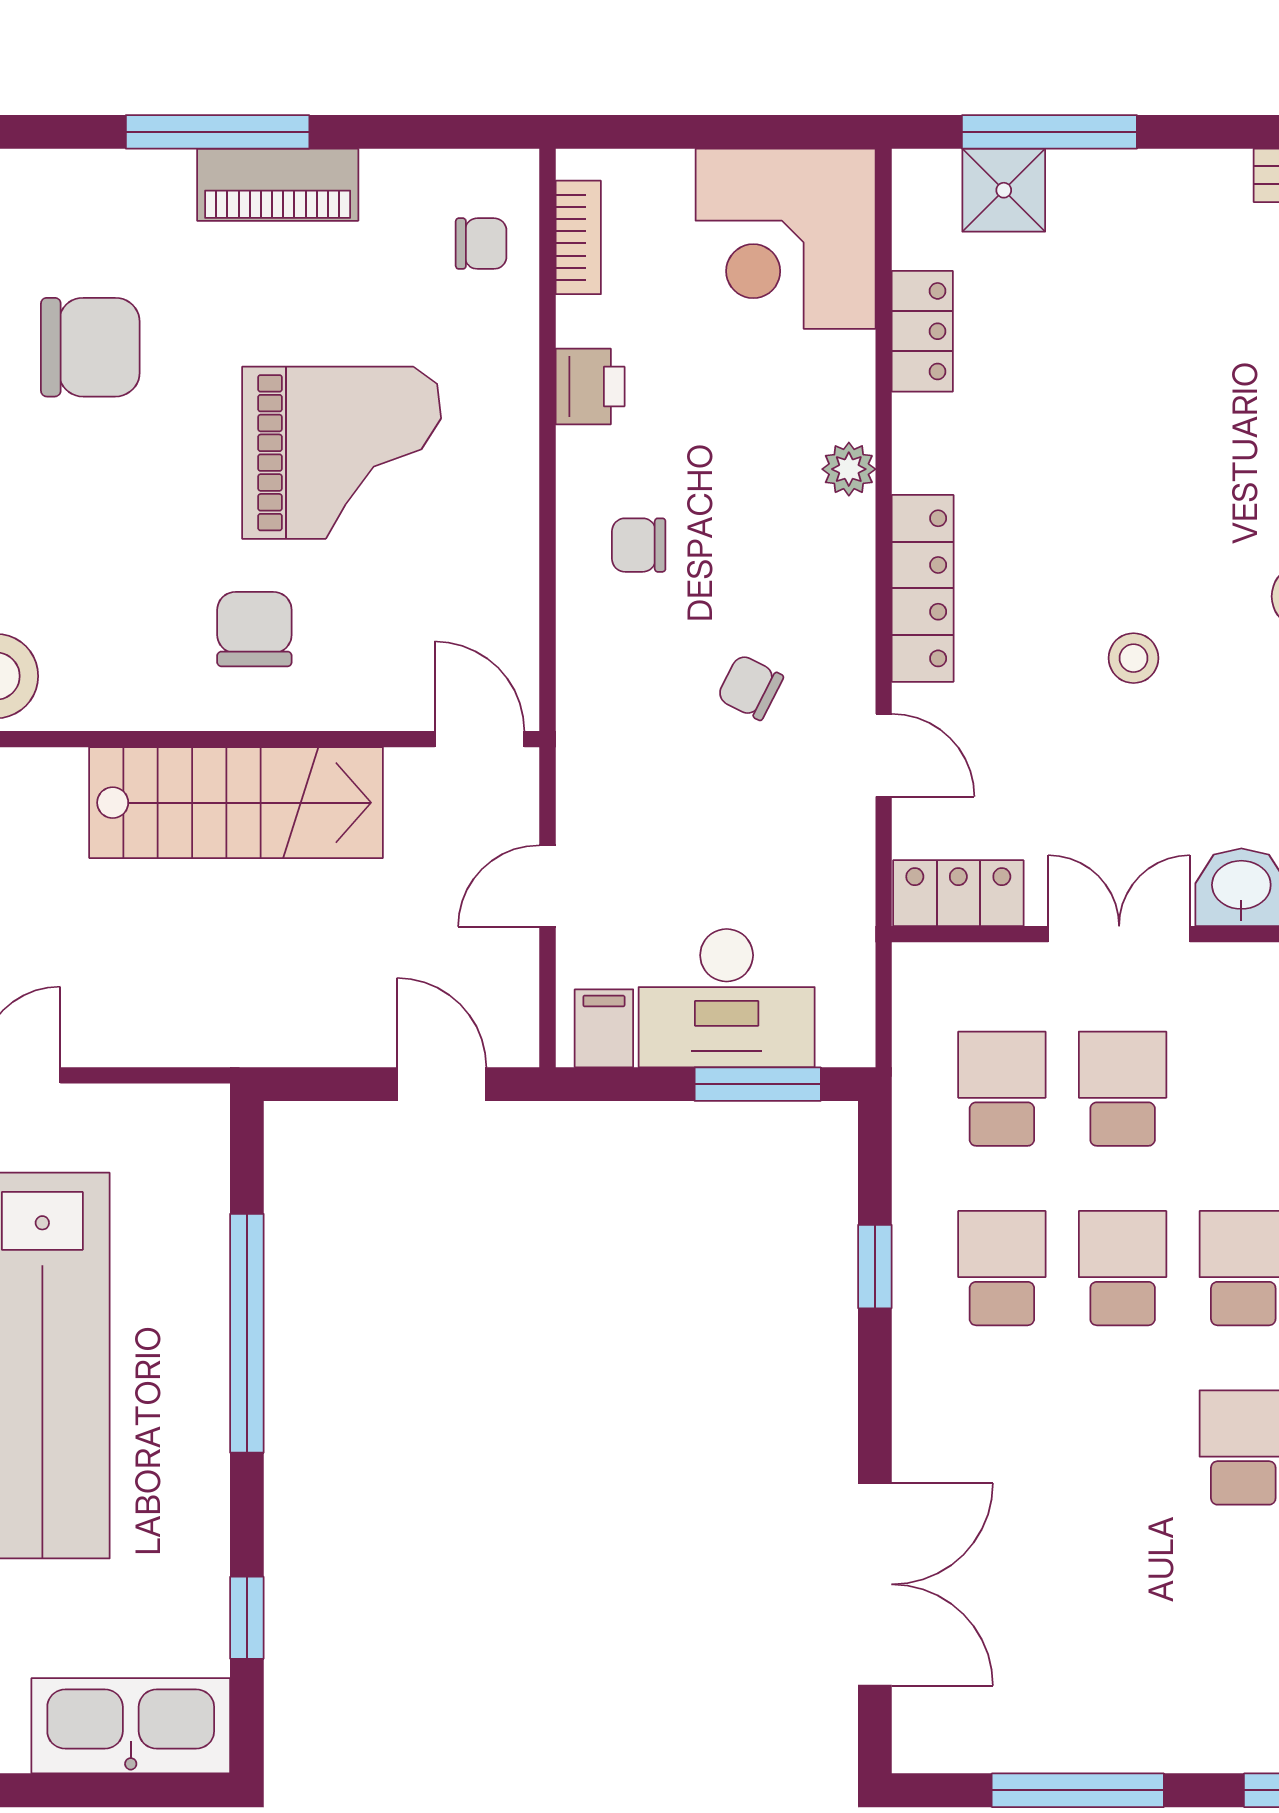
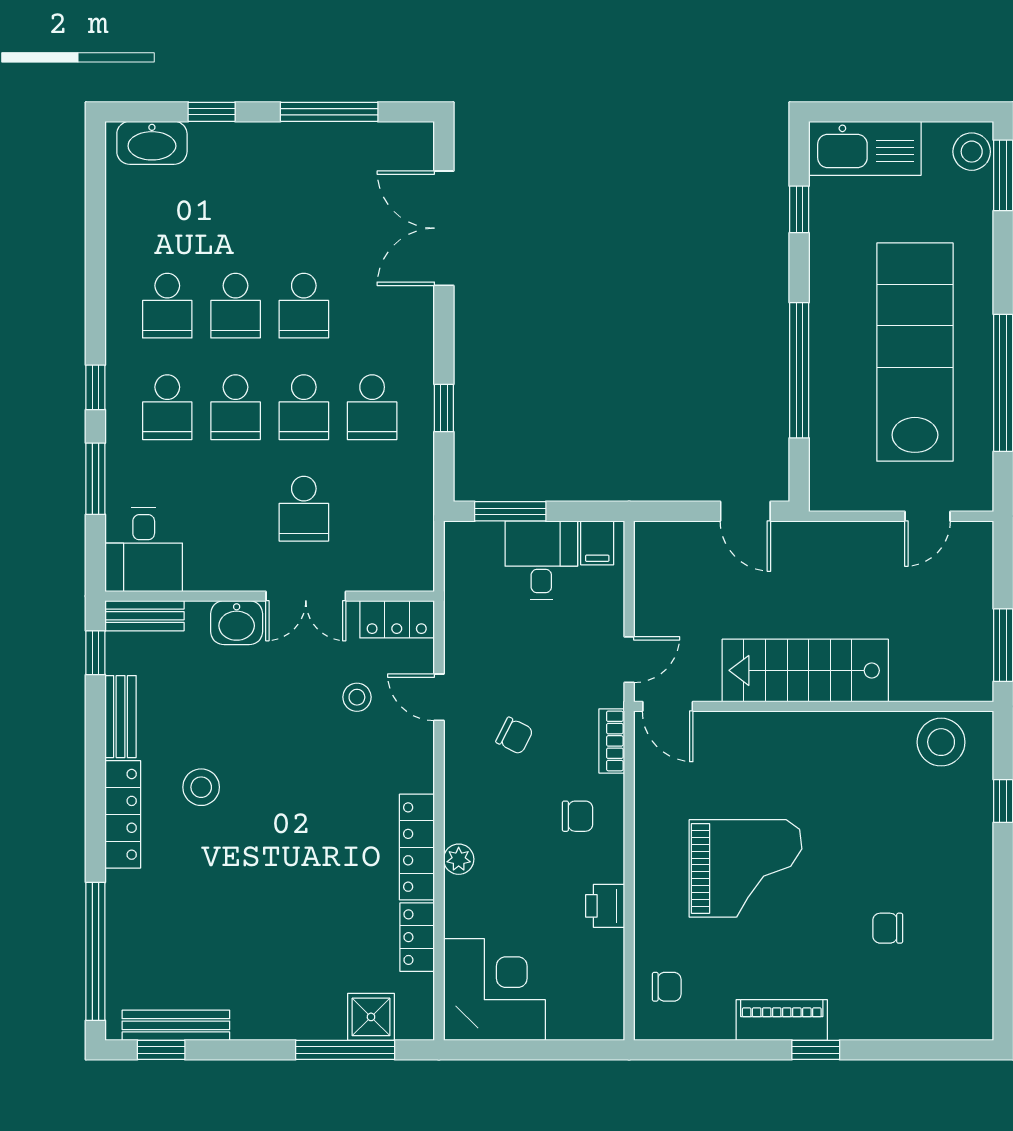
window: (218, 132) -> (816, 1050), width x0.46
bookcase: (578, 237) -> (612, 741), moved
chair: (481, 244) -> (667, 987), turned 180
chair: (90, 347) -> (888, 928), width x0.54, depth x0.54
grand piano: (342, 453) -> (746, 868), turned 180
locker: (923, 588) -> (417, 847), moved
chair: (254, 629) -> (795, 769), removed
stool: (1134, 658) -> (357, 697), moved
door: (547, 886) -> (629, 660), moved
desk: (727, 998) -> (541, 560), width x0.73
door: (442, 1084) -> (745, 511), moved
school desk: (1002, 1089) -> (304, 306), moved

